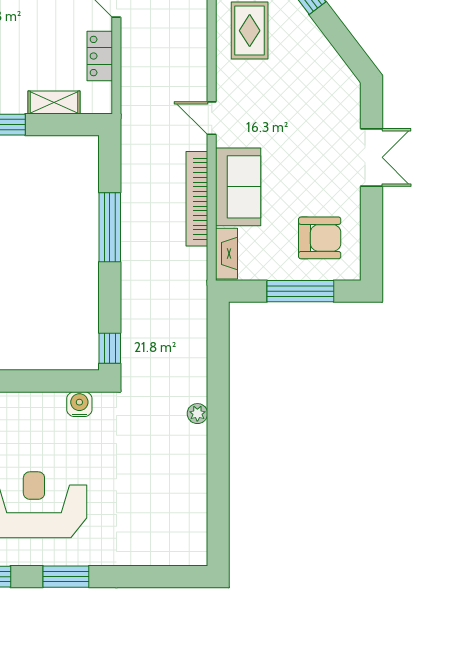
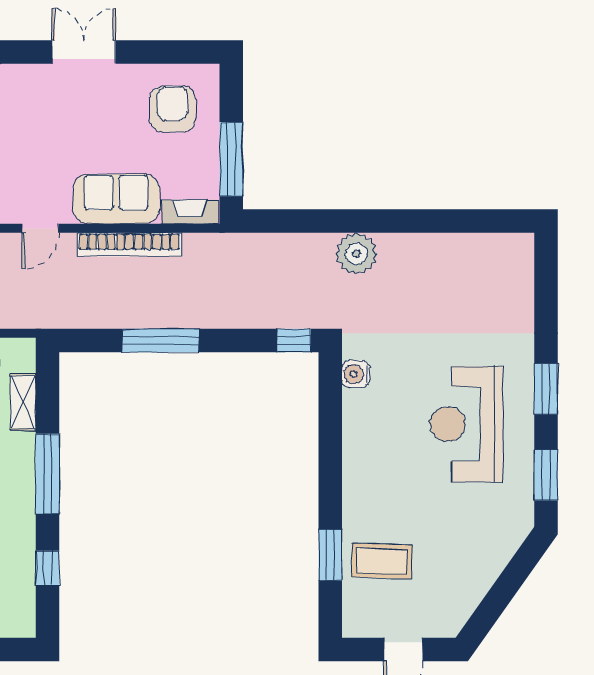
window: (300, 291) -> (231, 159), moved
plant: (197, 414) -> (356, 254), width x1.87, depth x1.87

